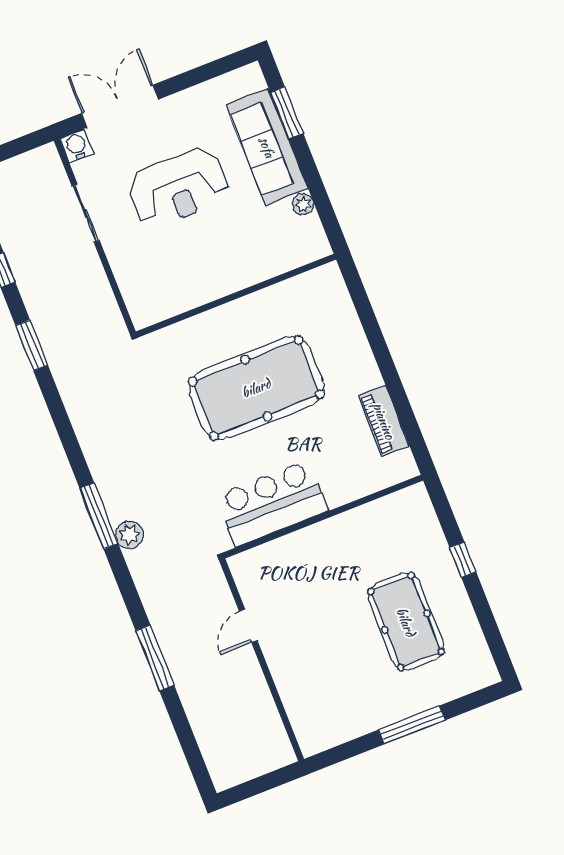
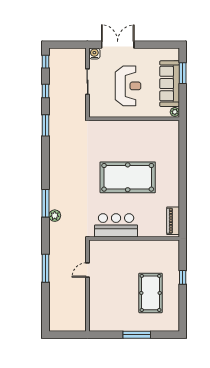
reception desk: (178, 188) -> (128, 86), turned -90
wall: (236, 296) -> (134, 119), moved
piano: (384, 421) -> (173, 221), moved

